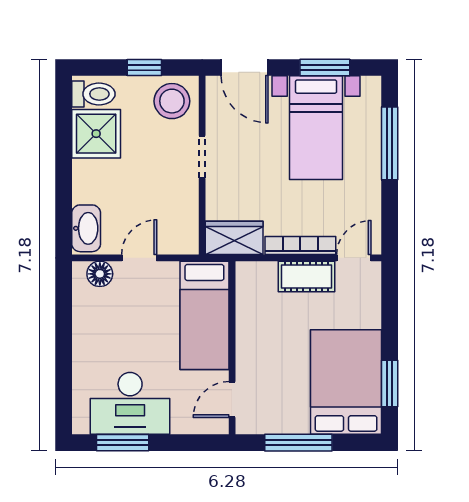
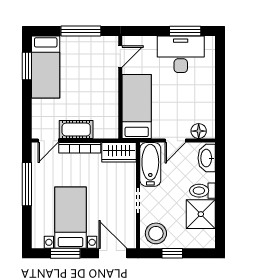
toilet: (93, 94) -> (202, 191), moved
window: (390, 143) -> (27, 184), moved
bathtub: (181, 218) -> (150, 164), added
bed: (346, 382) -> (46, 67), width x0.67

